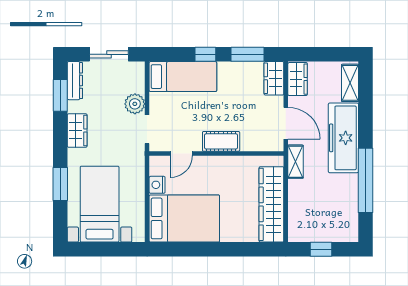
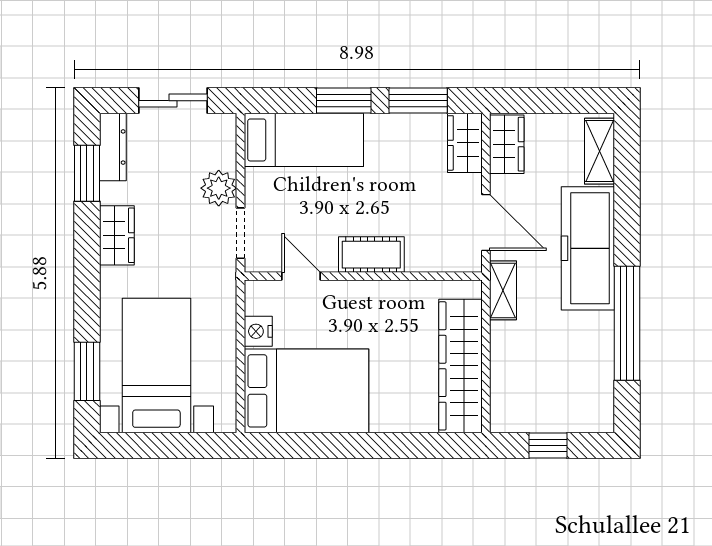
window: (205, 54) -> (344, 101), width x1.50
door: (181, 154) -> (301, 276), swing flipped
window: (60, 184) -> (87, 371), moved

